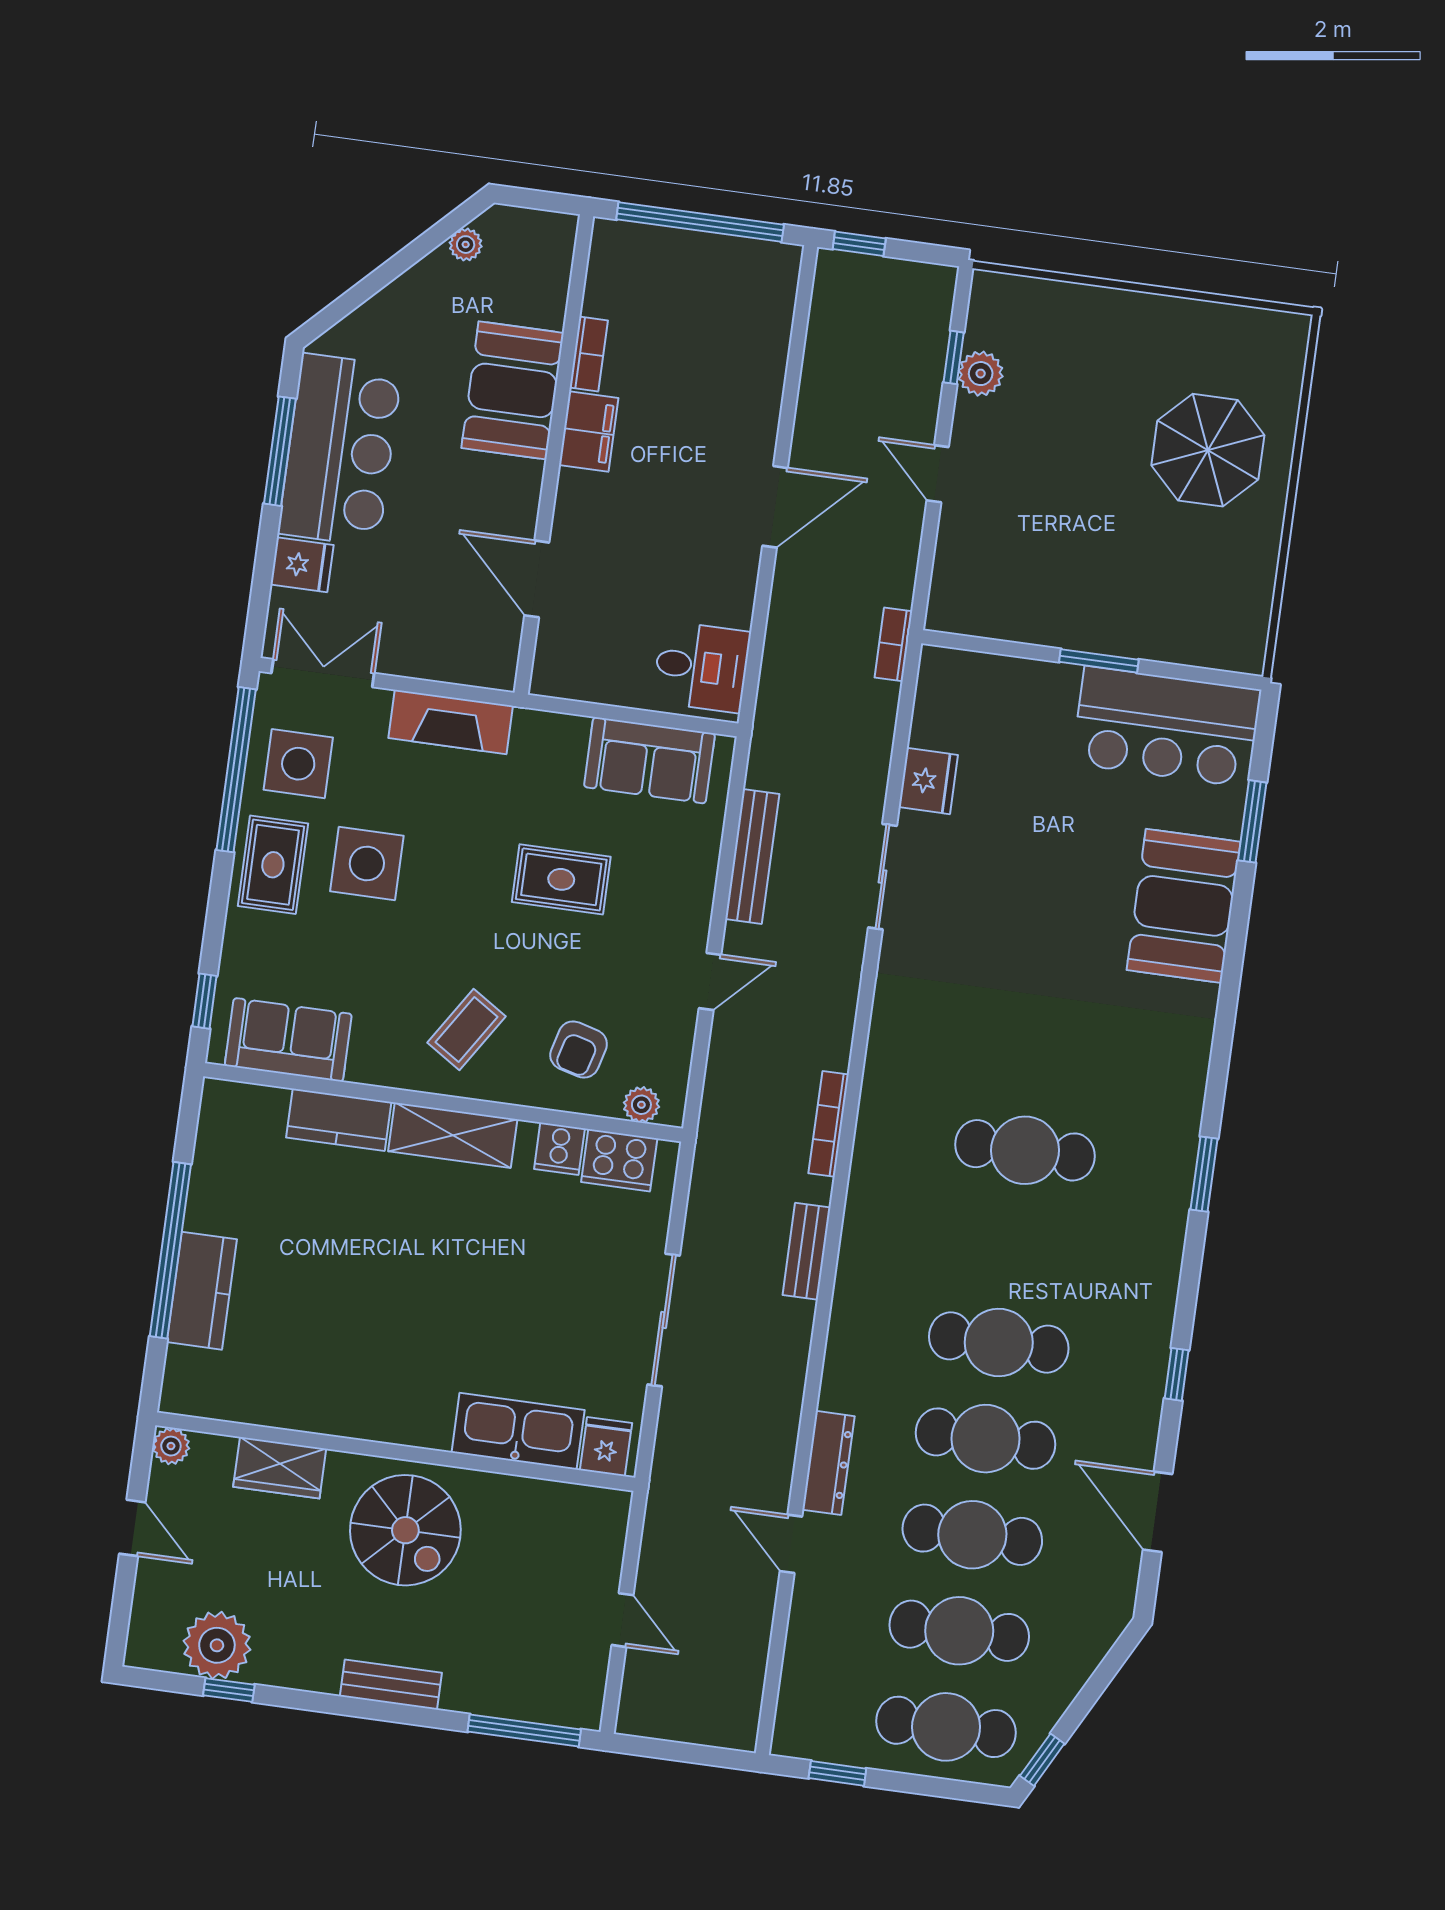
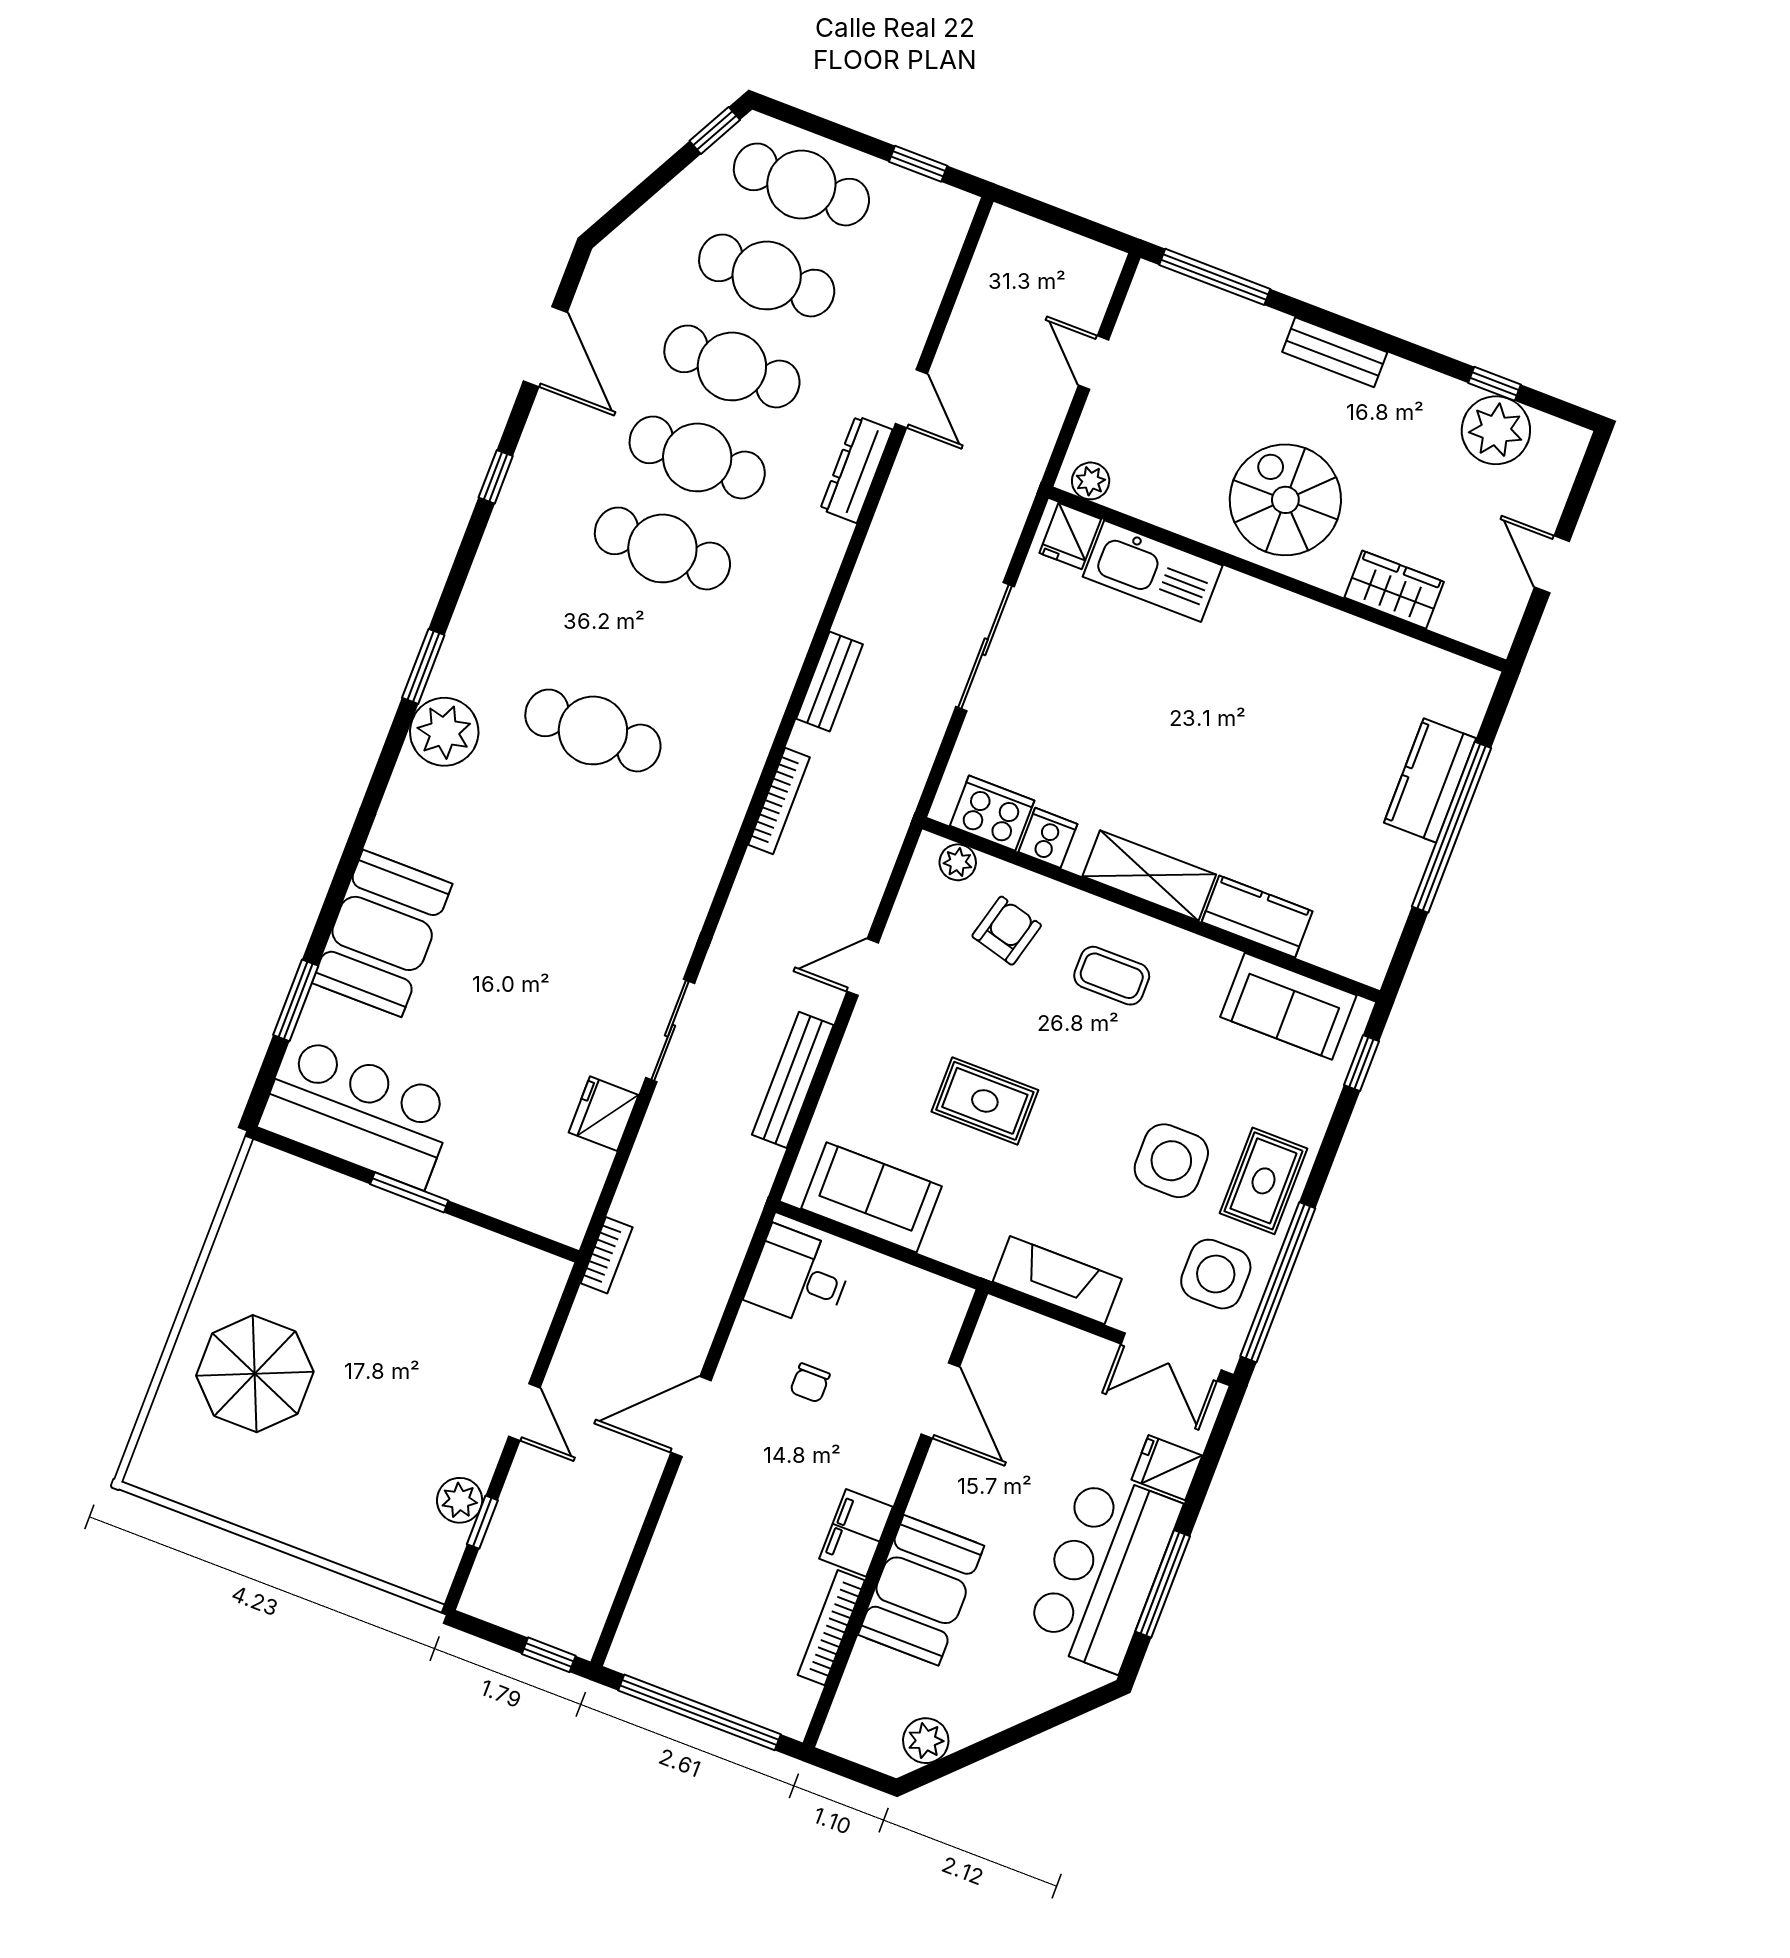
plant: (466, 245) -> (926, 1741), width x1.38, depth x1.38
bookcase: (589, 354) -> (831, 1628), width x1.56
chair: (667, 566) -> (810, 1383), added
coffee table: (467, 1030) -> (1112, 976), turned 57
plant: (1169, 1115) -> (444, 732), added
plant: (171, 1446) -> (1091, 481), moved

